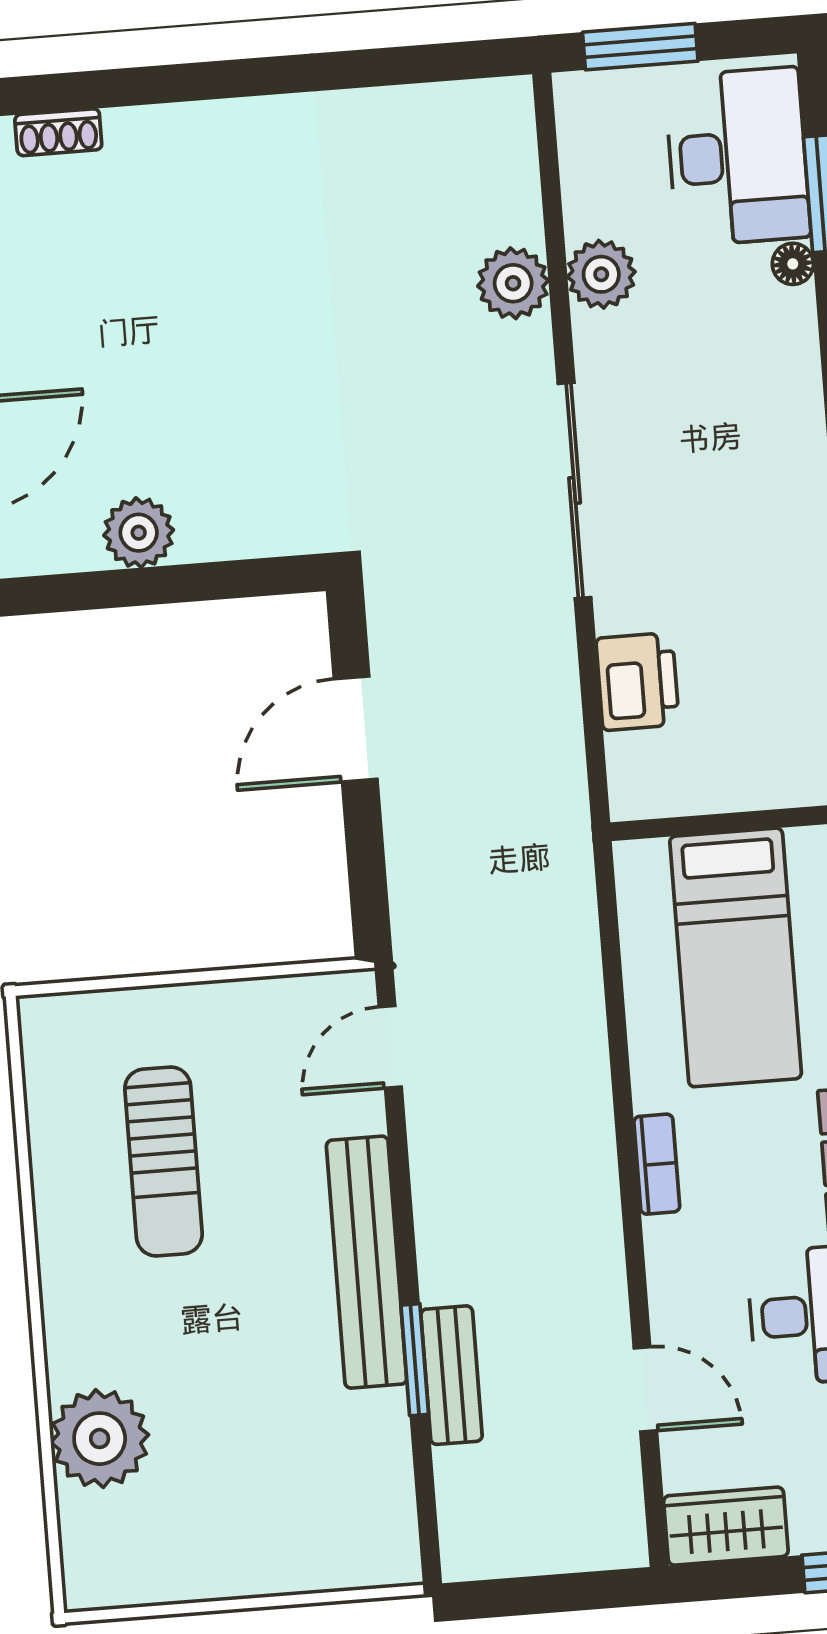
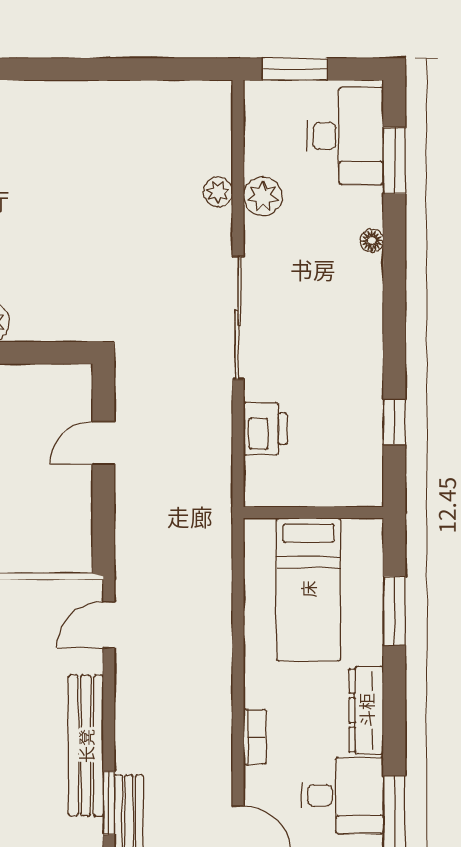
floor lamp: (793, 264) -> (372, 241), moved
plant: (513, 283) -> (218, 192), width x0.73, depth x0.73
door: (356, 729) -> (103, 443), width x0.73
bookcase: (657, 1164) -> (255, 737), moved

